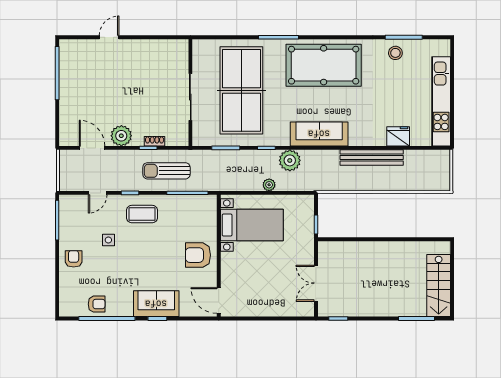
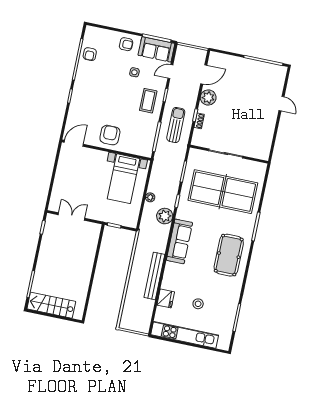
stool: (395, 53) -> (198, 304), moved
pool table: (324, 65) -> (229, 255), width x0.73, depth x0.76
door: (98, 193) -> (170, 72), hinge flipped
sofa: (156, 304) -> (156, 49), moved, turned 90

